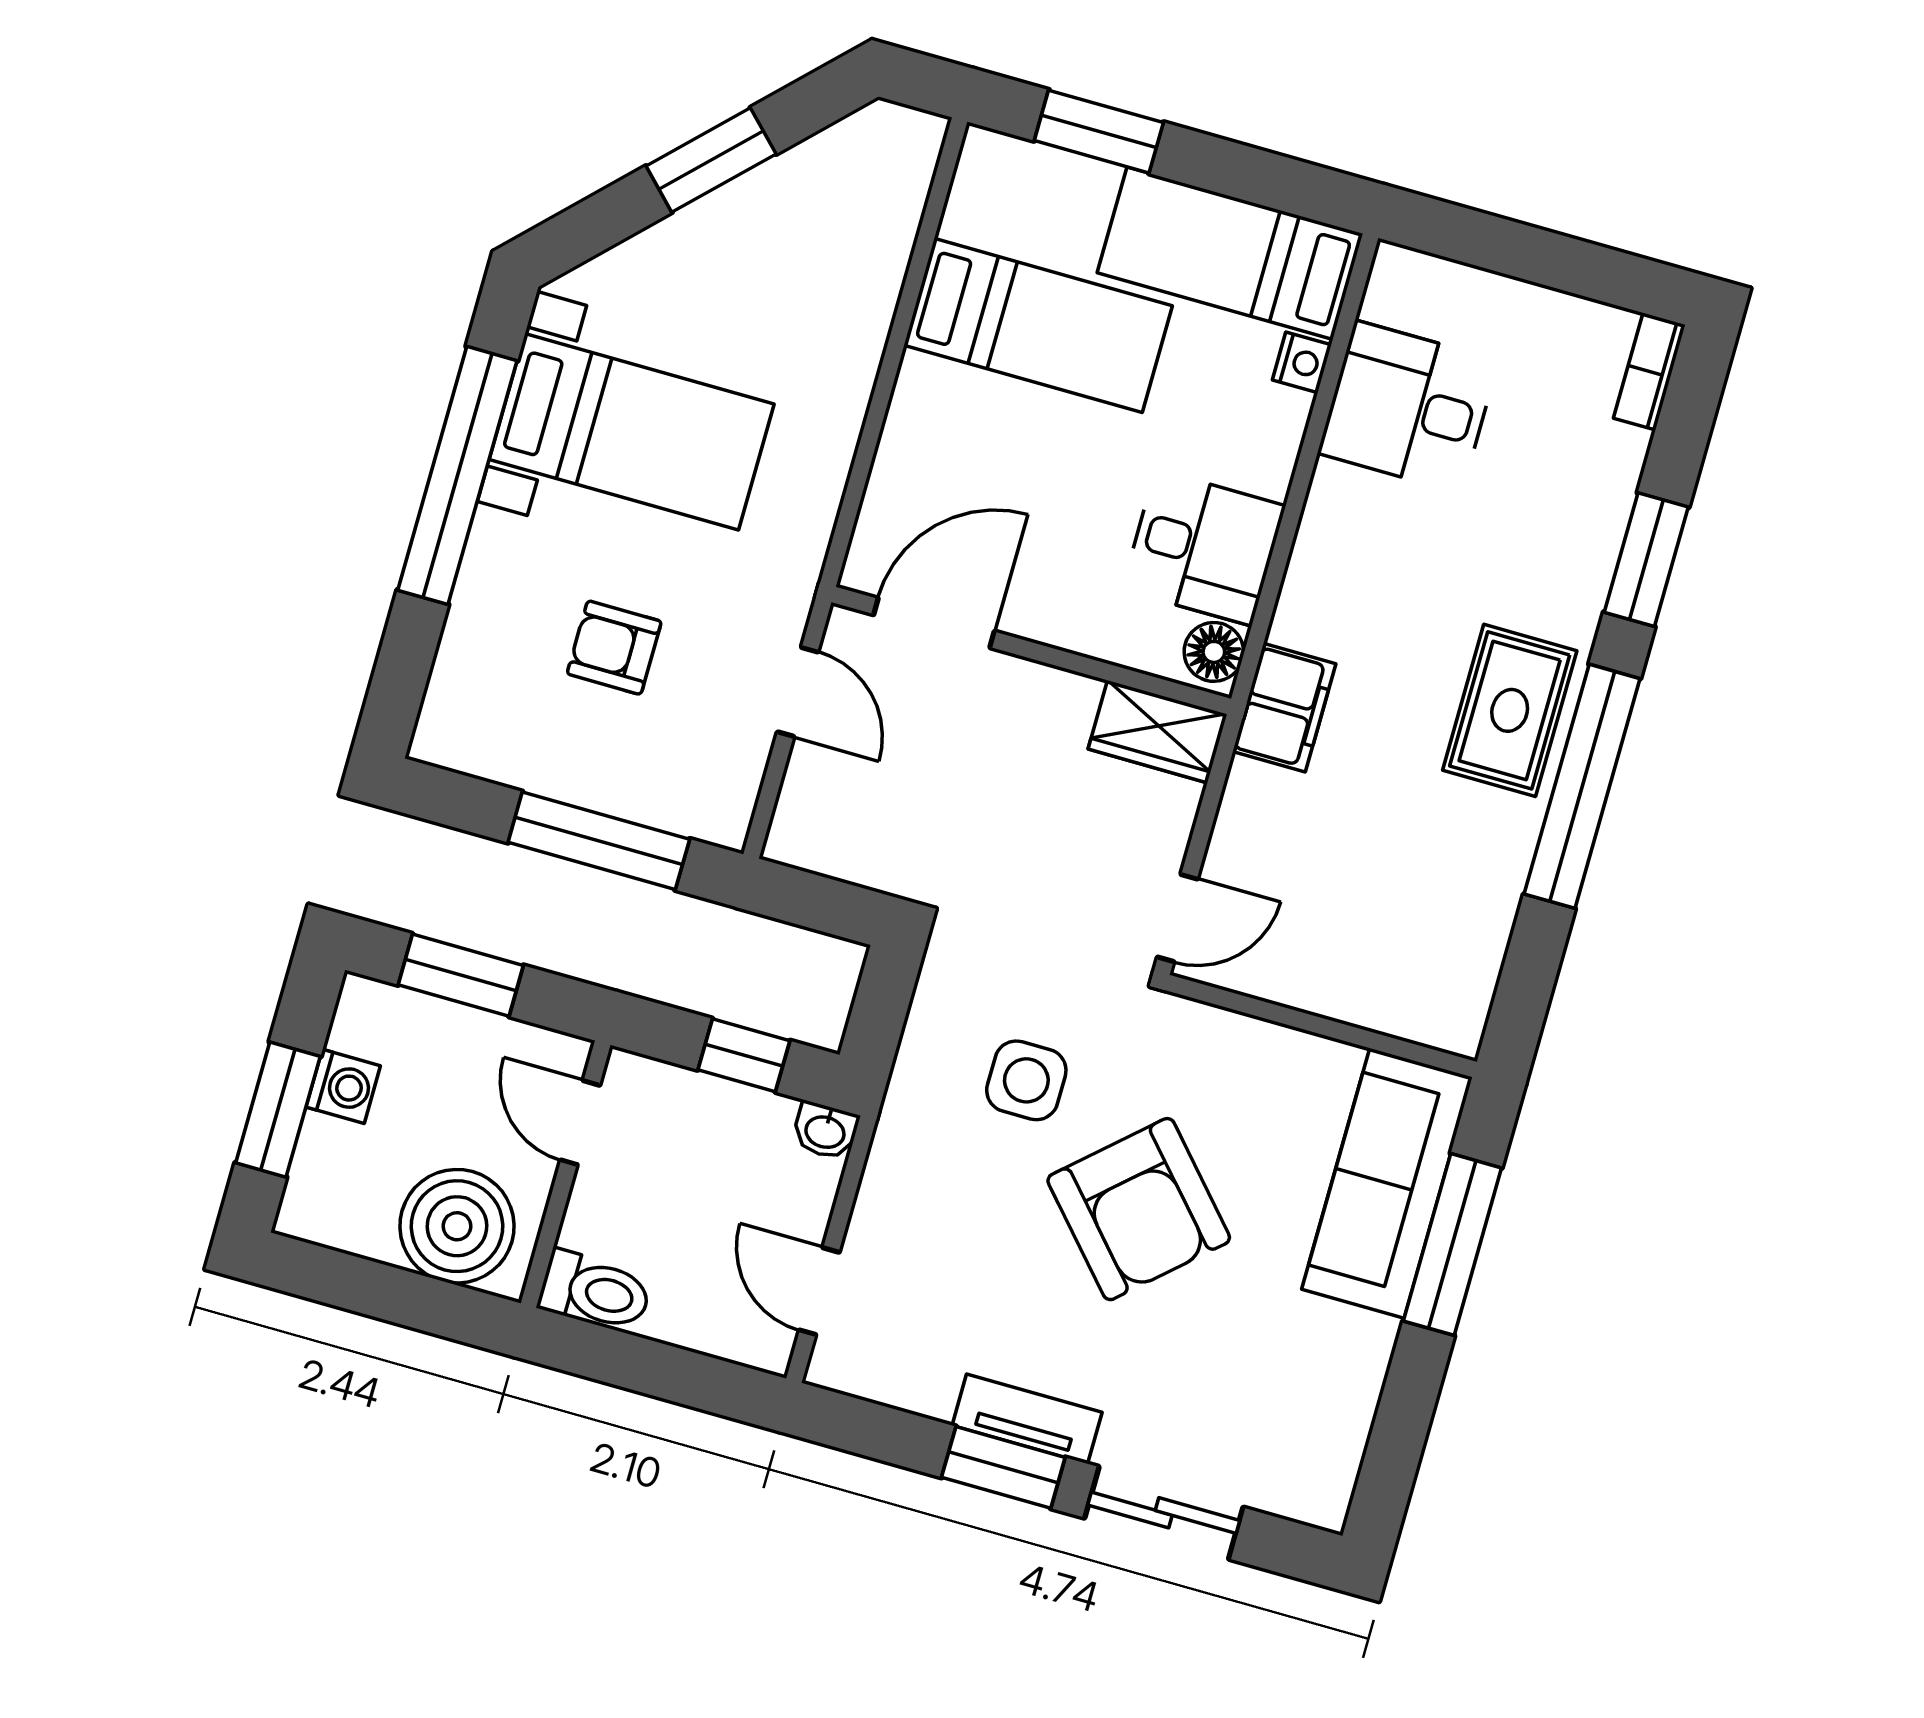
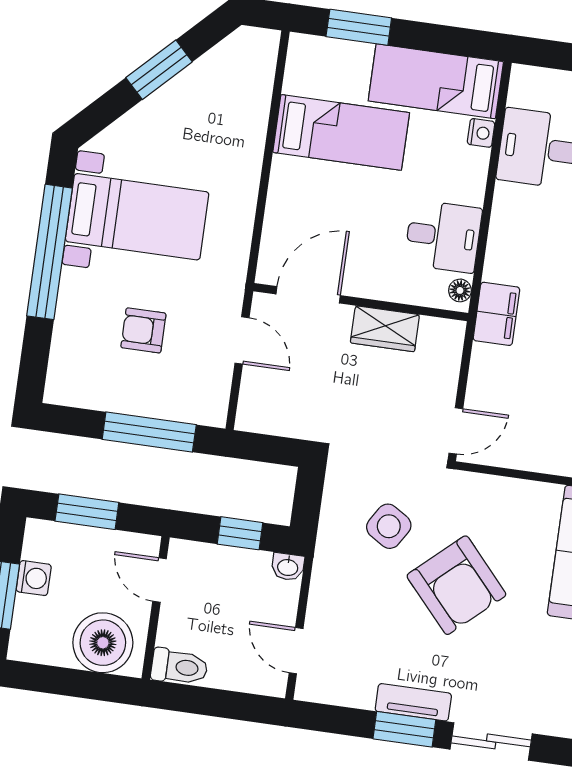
floor lamp: (1214, 652) -> (460, 290), width x0.73, depth x0.73
wardrobe: (1157, 731) -> (385, 329), moved
side table: (1026, 1080) -> (389, 526), turned 32

